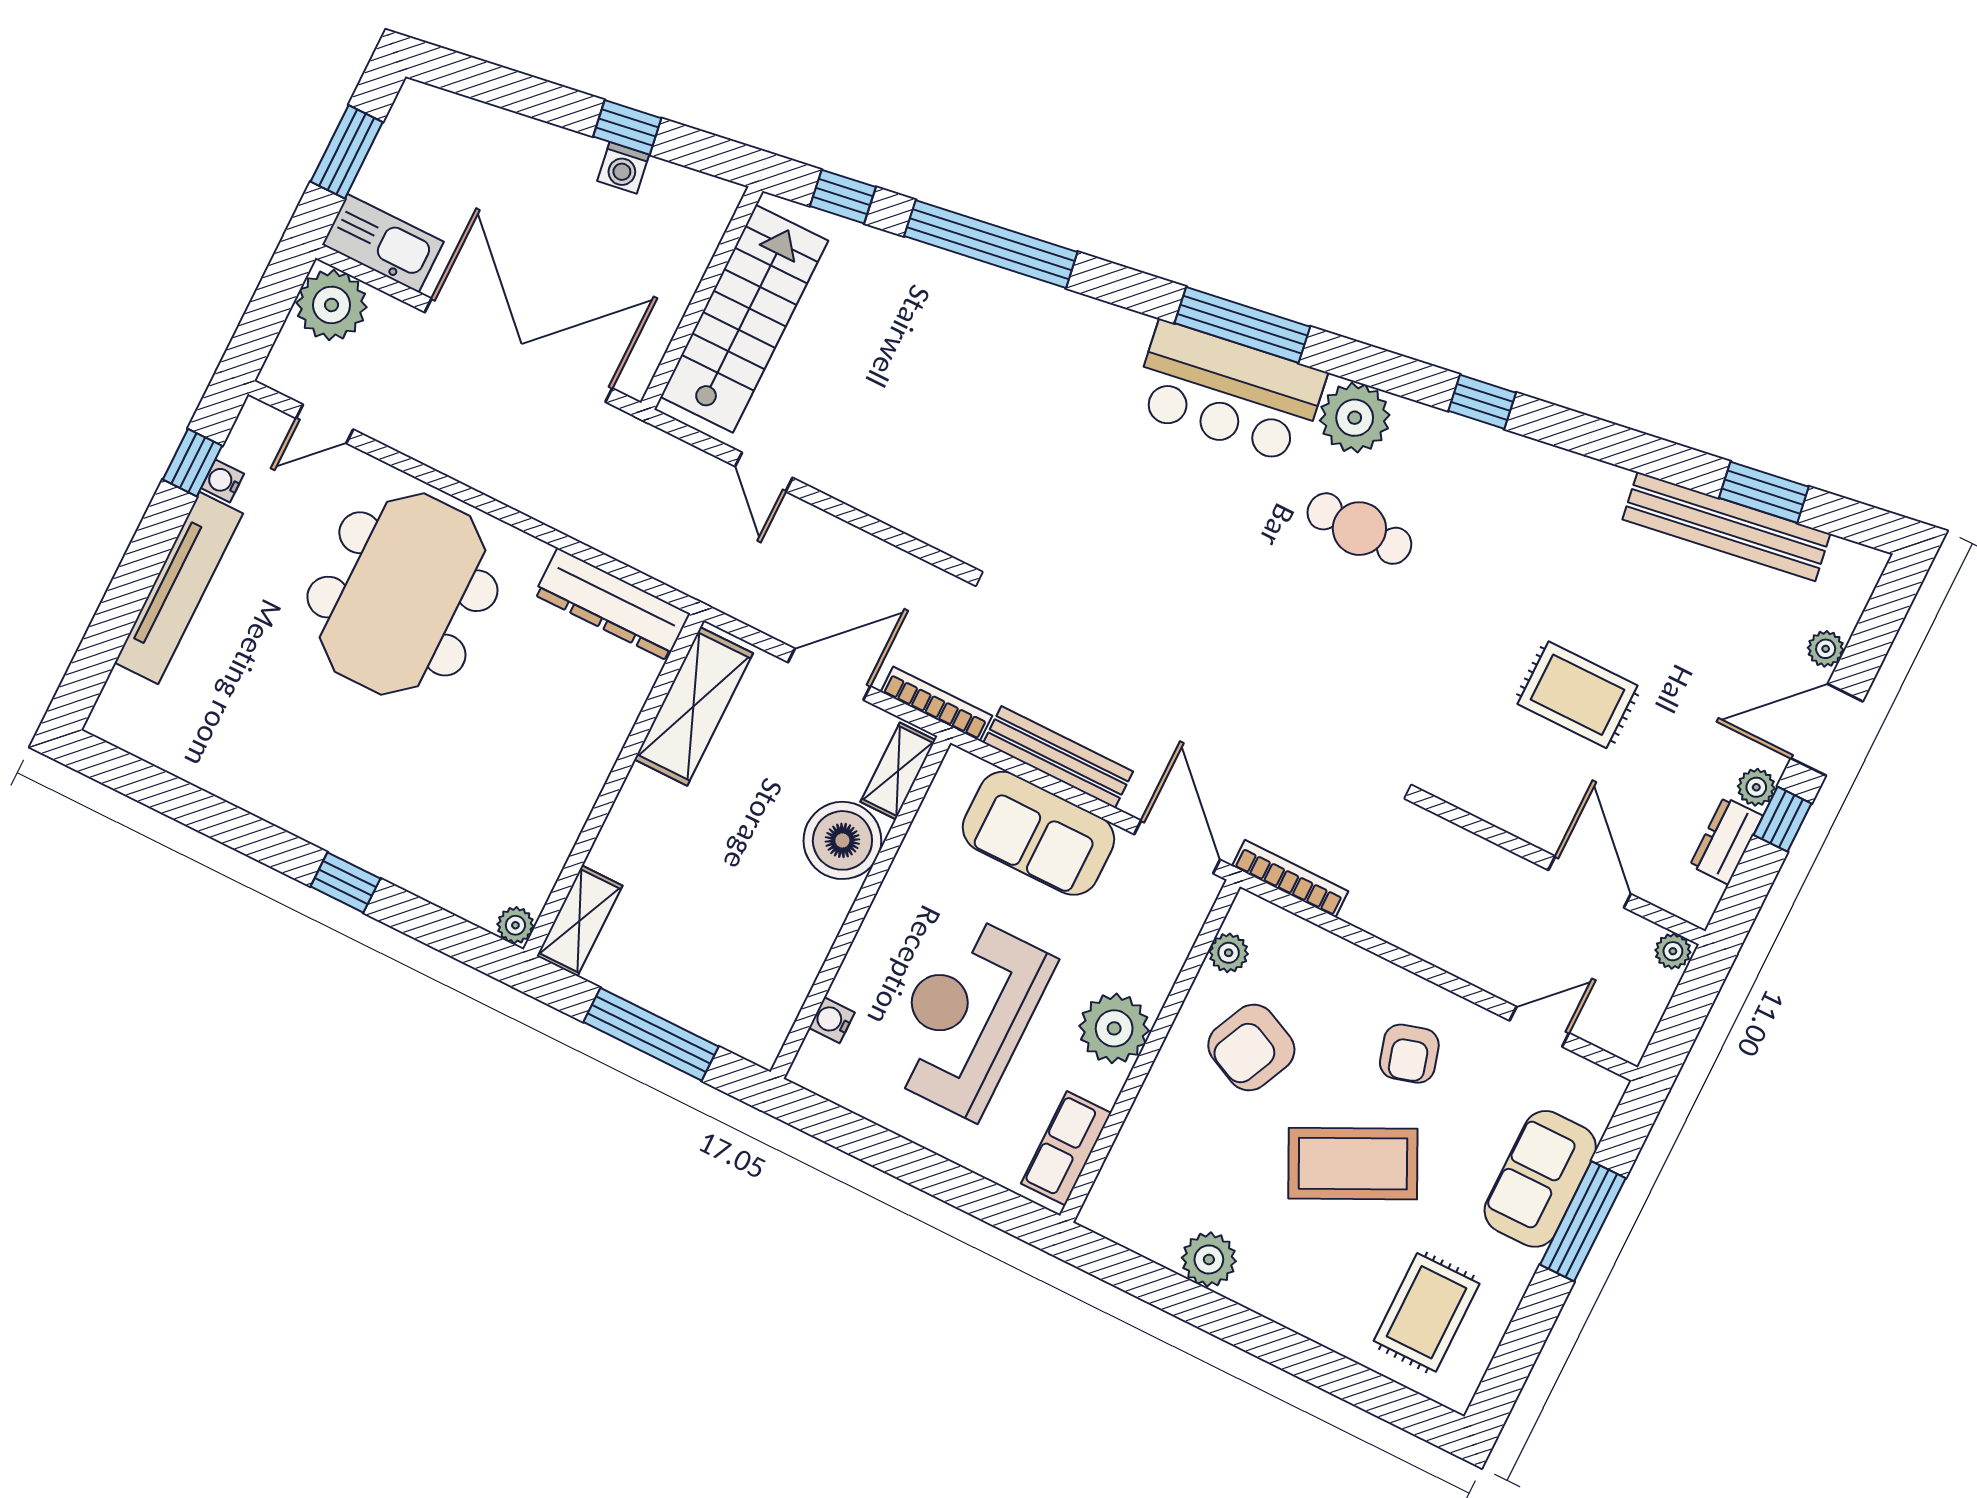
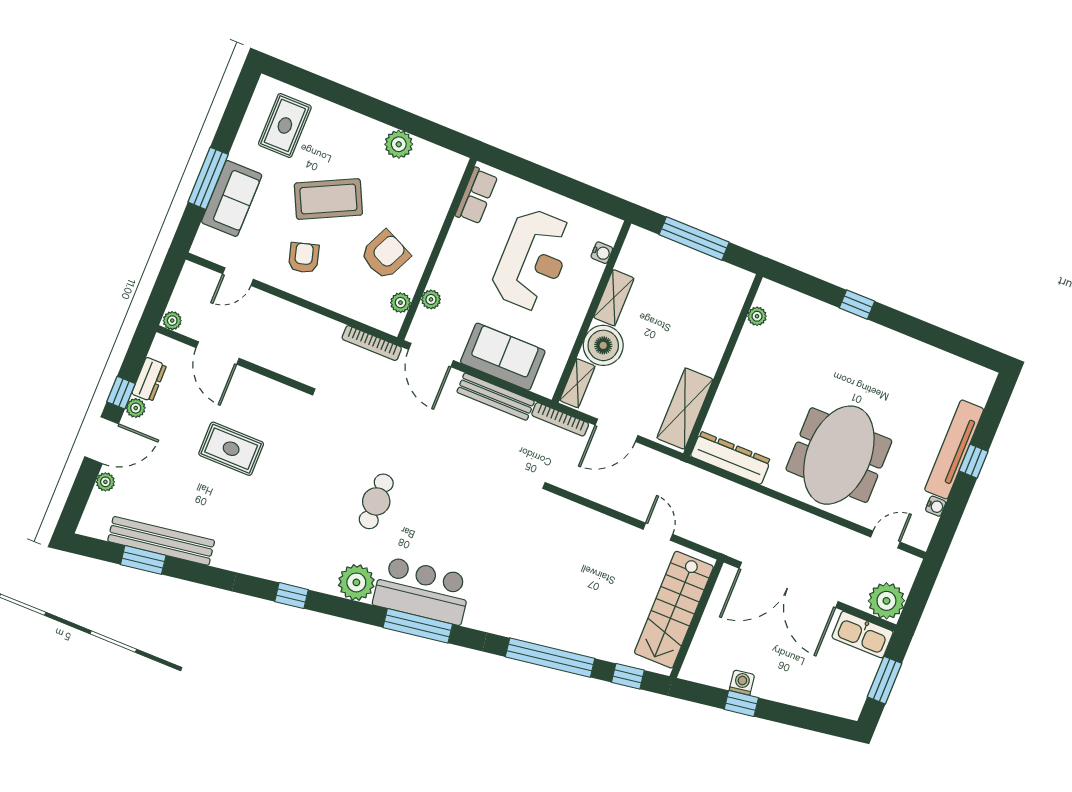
window: (192, 463) -> (973, 461), moved
cafe table: (1359, 529) -> (376, 501), moved, turned 90
shelving: (580, 921) -> (614, 298), moved
plant: (515, 925) -> (757, 316), moved
plant: (1114, 1028) -> (431, 299), moved, width x0.53, depth x0.53

